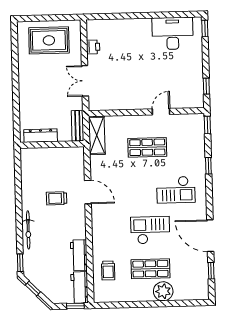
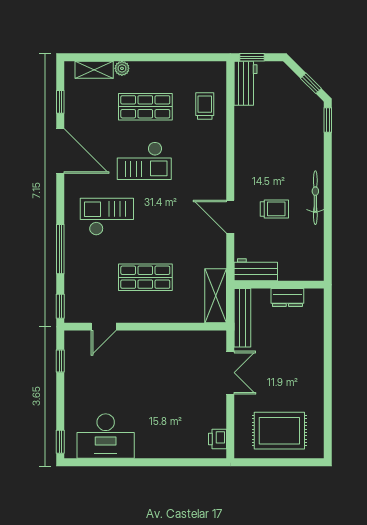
printer: (93, 47) -> (218, 439), moved
door: (161, 112) -> (104, 327), moved
bench: (78, 126) -> (242, 318), width x1.36
dresser: (41, 136) -> (287, 298), width x0.70
window: (208, 166) -> (60, 249), width x2.17
bicycle: (28, 230) -> (315, 198), moved
workbench: (79, 255) -> (256, 270), moved, turned -90
plant: (163, 291) -> (122, 68), width x0.53, depth x0.53
shelving: (188, 294) -> (94, 70), added

